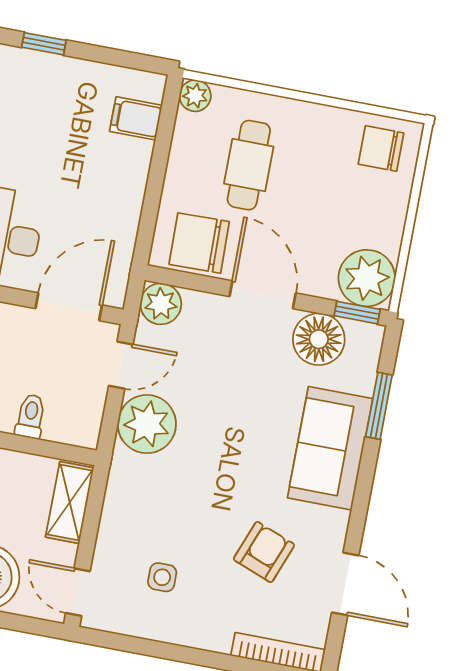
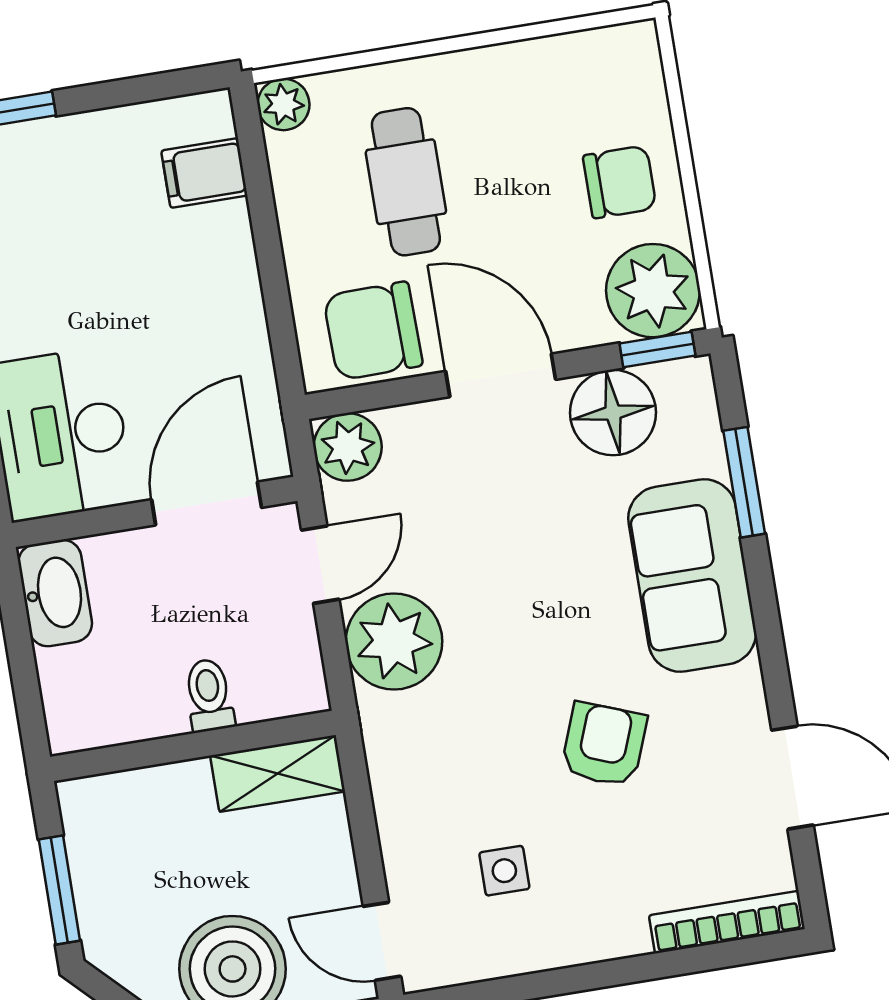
chair: (381, 148) -> (620, 182), moved, turned 180
shelving: (70, 503) -> (278, 773), moved, turned 90
armchair: (264, 552) -> (604, 744), moved

